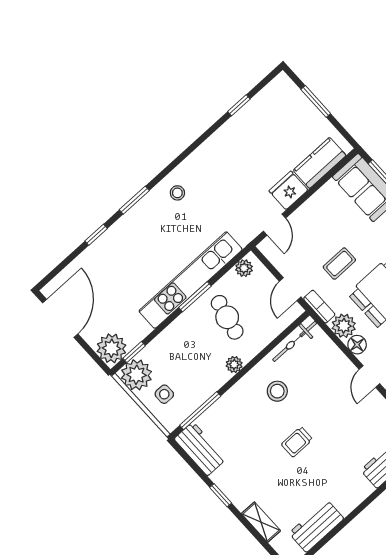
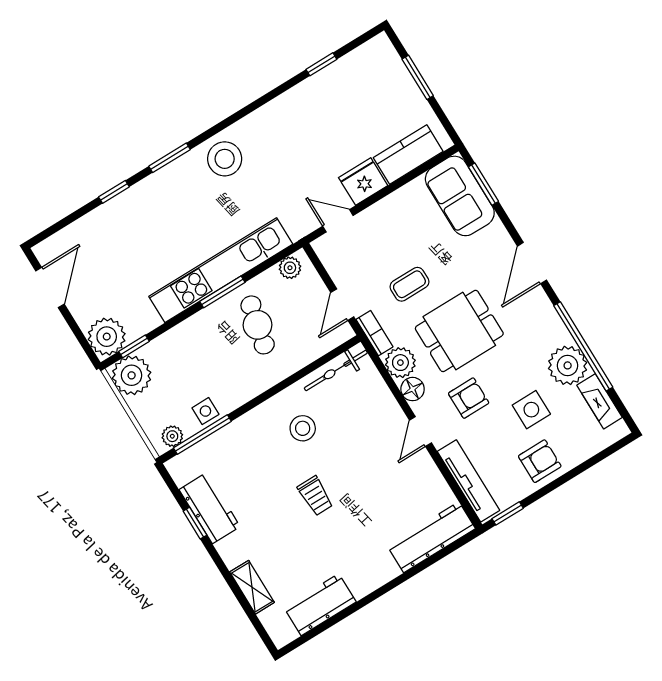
stool: (177, 193) -> (225, 159), width x1.89, depth x1.89
door: (274, 225) -> (338, 221), swing flipped
door: (60, 318) -> (50, 287), width x0.73
plant: (234, 364) -> (172, 436), moved
side table: (164, 394) -> (205, 411), moved
trolley: (297, 442) -> (315, 496), turned -90
workbench: (200, 449) -> (210, 508), moved
window: (221, 495) -> (195, 523), moved

